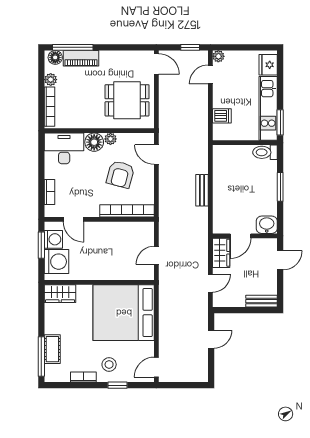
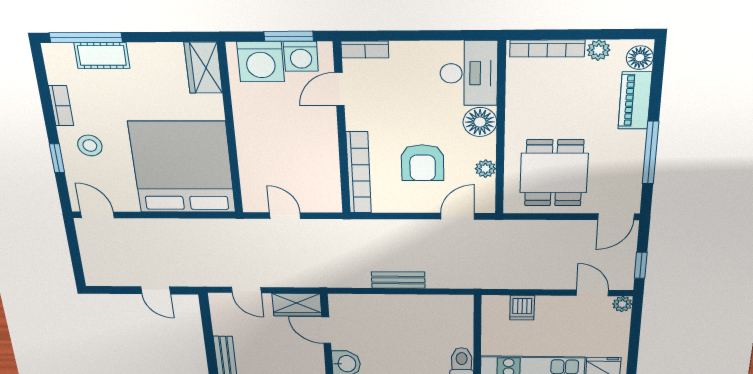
window: (73, 47) -> (651, 153), moved
plant: (110, 139) -> (485, 169), moved
armchair: (120, 174) -> (422, 163), turned -105
bookcase: (50, 192) -> (365, 49), moved

